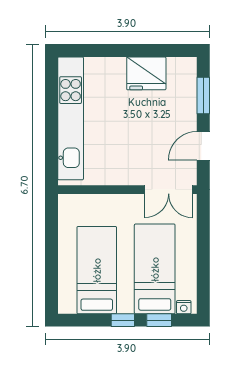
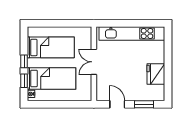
double door: (169, 190) -> (94, 62), moved

